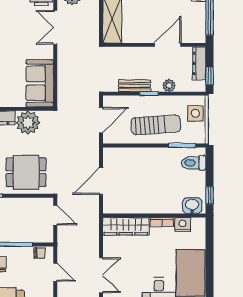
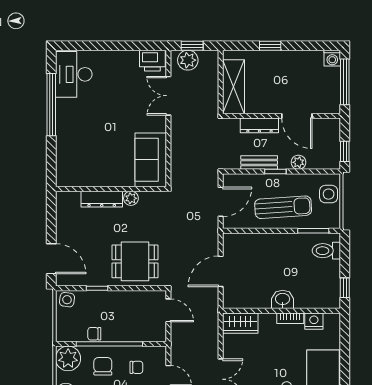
door: (168, 45) -> (297, 116), swing flipped
dresser: (199, 63) -> (259, 125), moved, turned -90
plant: (28, 123) -> (131, 198), width x0.53, depth x0.53
washbasin: (192, 206) -> (283, 299), moved
wardrobe: (126, 226) -> (240, 323), width x0.67
chair: (39, 253) -> (136, 367), moved

